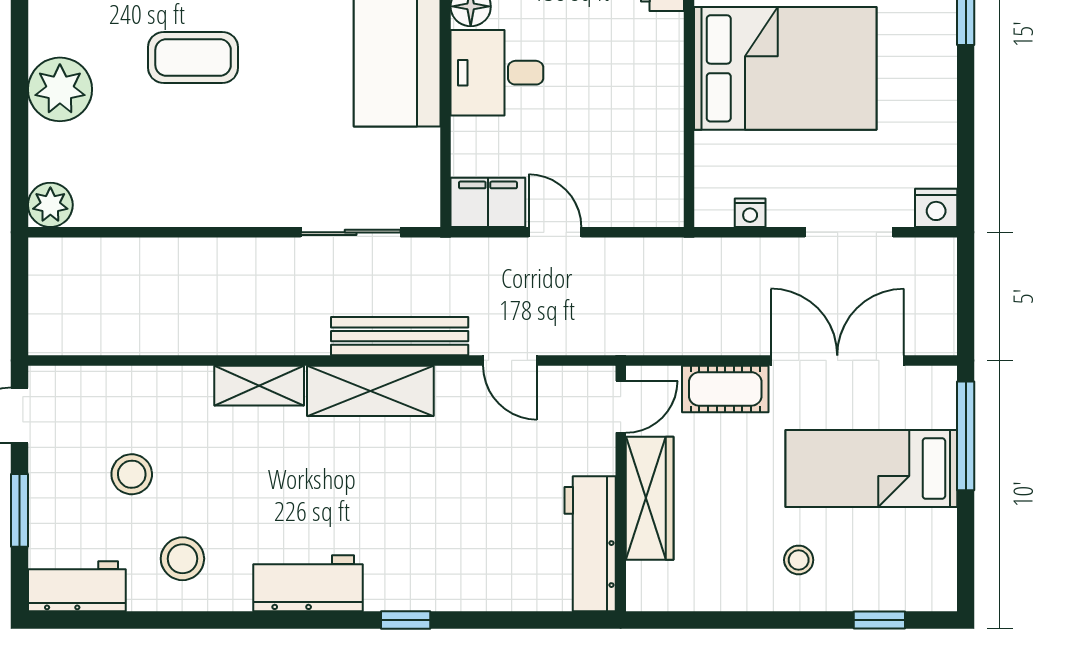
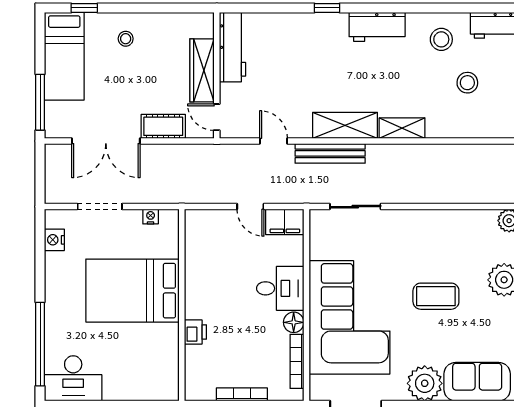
nightstand: (936, 208) -> (54, 240), moved, turned -90
door: (621, 407) -> (217, 117), hinge flipped
bed: (871, 469) -> (64, 56), moved, turned 90

